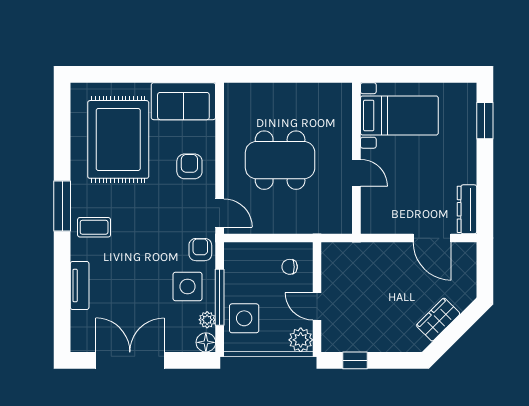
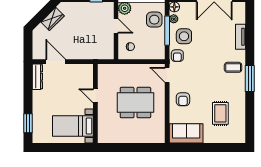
rug: (118, 139) -> (220, 113), width x0.54, depth x0.49

